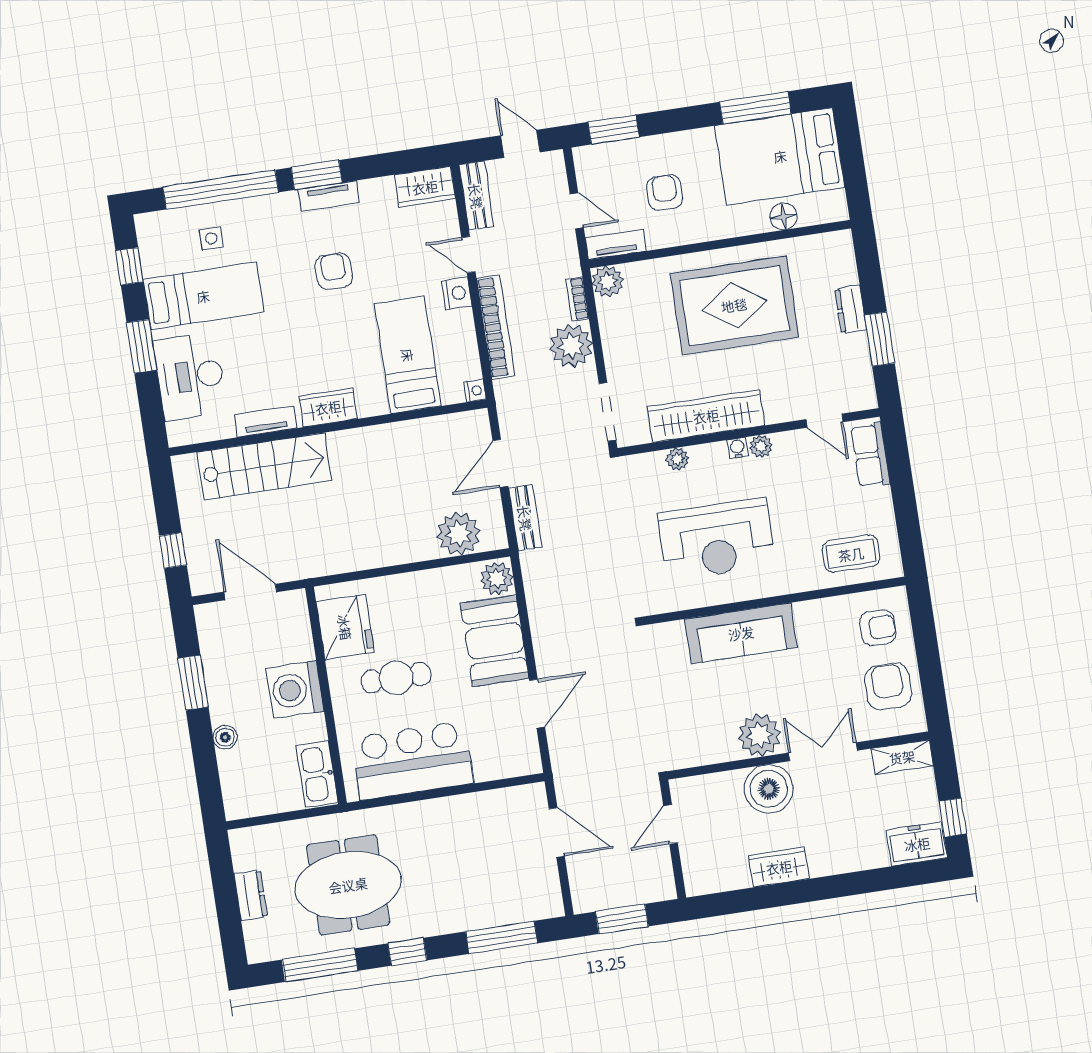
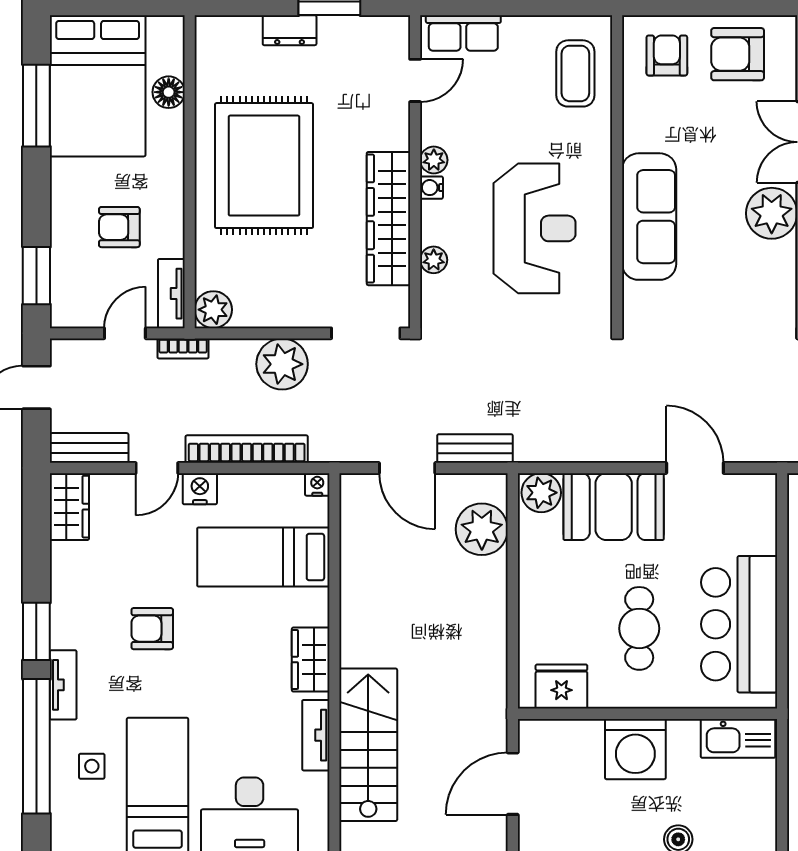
tv unit: (329, 196) -> (63, 685), moved
bookcase: (577, 299) -> (183, 349), moved
fridge: (345, 627) -> (561, 686), width x0.73, depth x0.75

